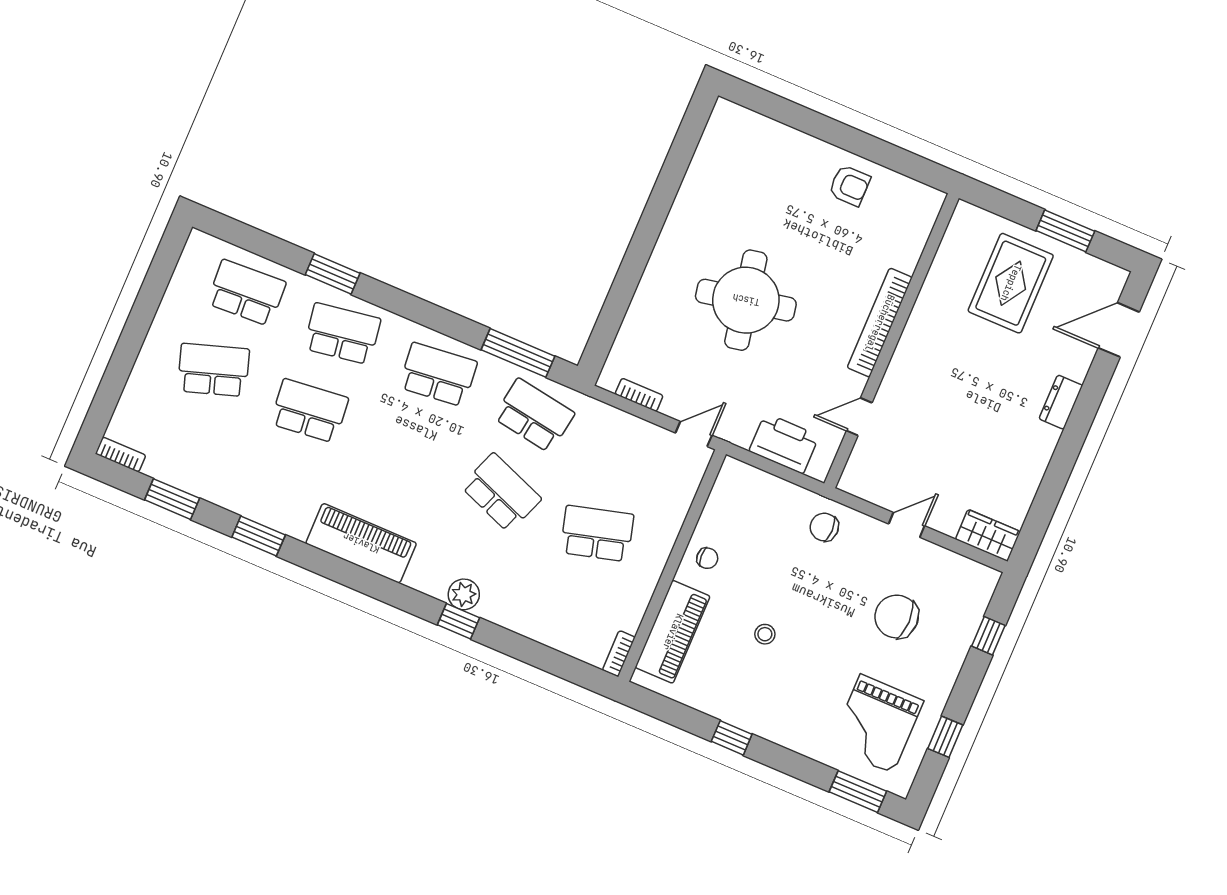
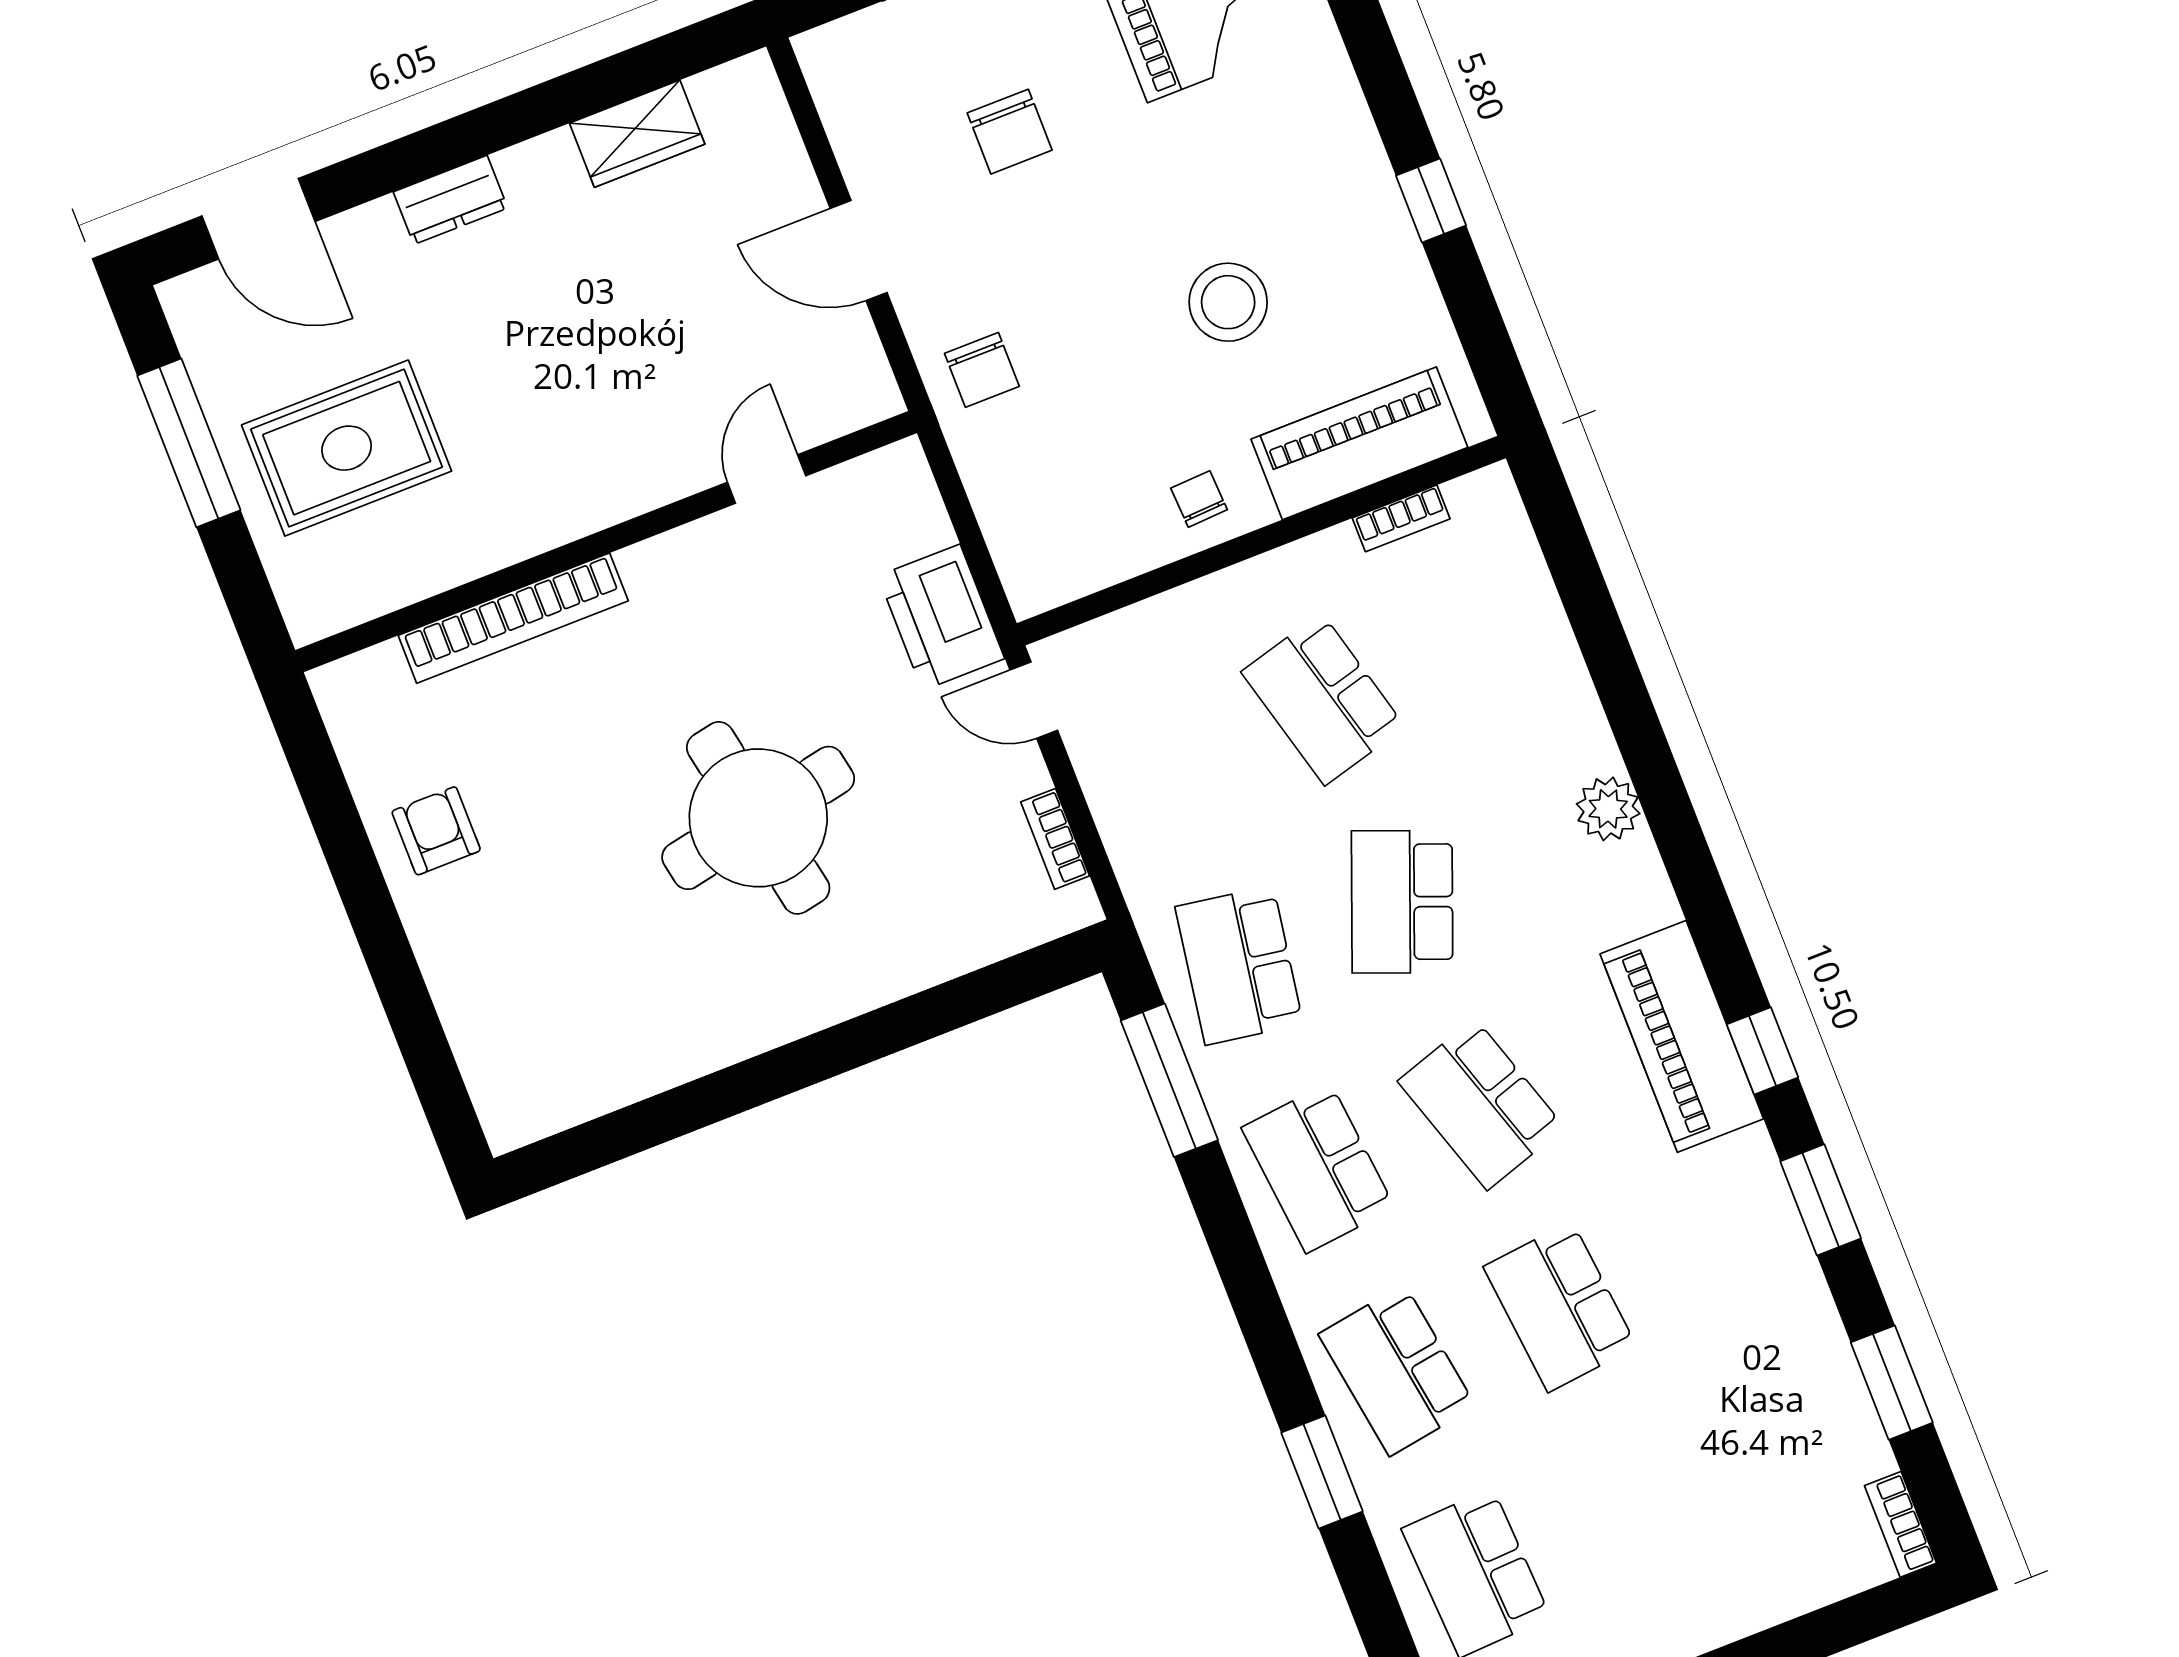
window: (1065, 231) -> (189, 443), width x1.44
bookcase: (880, 323) -> (513, 618), moved
school desk: (214, 370) -> (1481, 1104), moved
door: (859, 417) -> (767, 479), swing flipped
printer: (784, 443) -> (941, 617), moved
door: (907, 525) -> (859, 250), width x1.38
wardrobe: (988, 535) -> (637, 134), moved, turned -90
chair: (897, 617) -> (1010, 132), width x0.73, depth x0.73
window: (459, 621) -> (1762, 1051), moved
stool: (765, 634) -> (1228, 302), width x1.89, depth x1.89
bookcase: (619, 654) -> (1401, 518), moved

